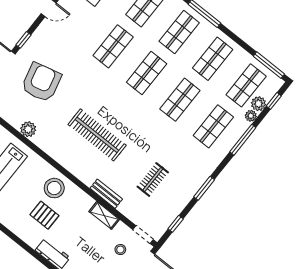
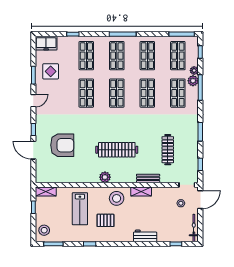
armchair: (41, 82) -> (62, 145), turned 104
plant: (258, 104) -> (193, 81), moved
plant: (28, 129) -> (105, 177), moved
clothes rail: (153, 179) -> (168, 150), width x1.36
pallet: (44, 215) -> (105, 220), moved
shelving: (104, 215) -> (141, 191), moved

